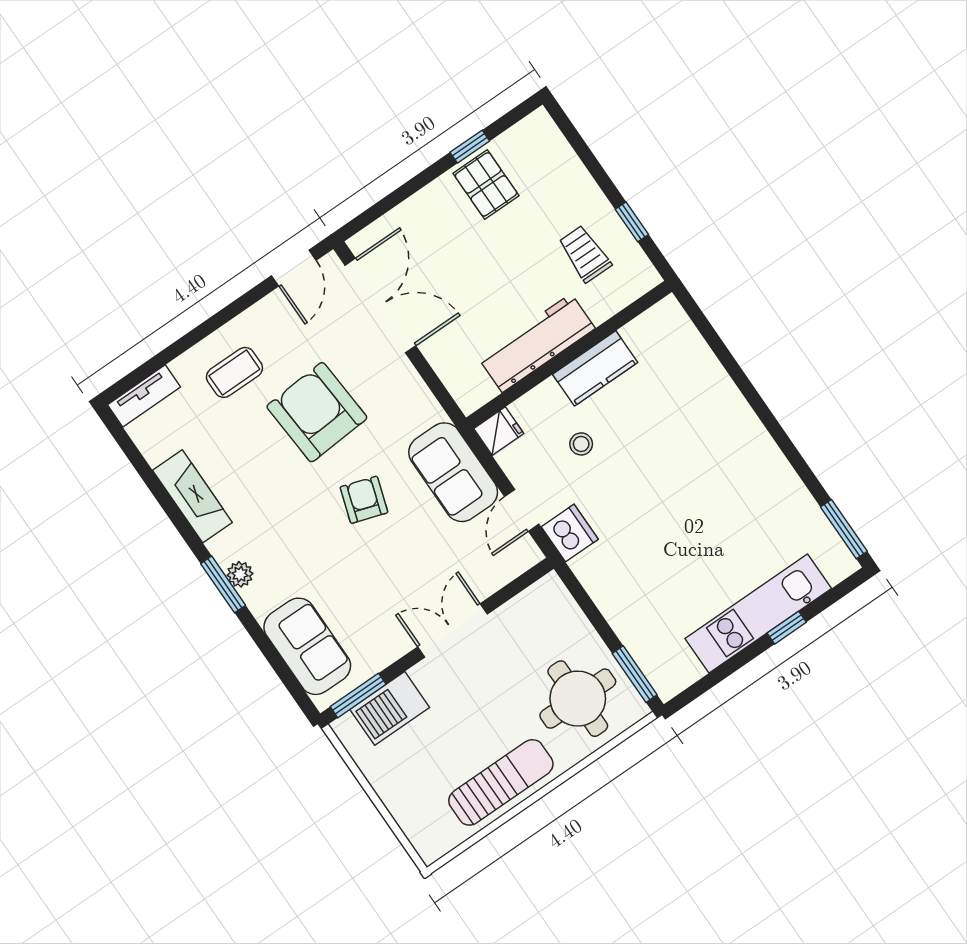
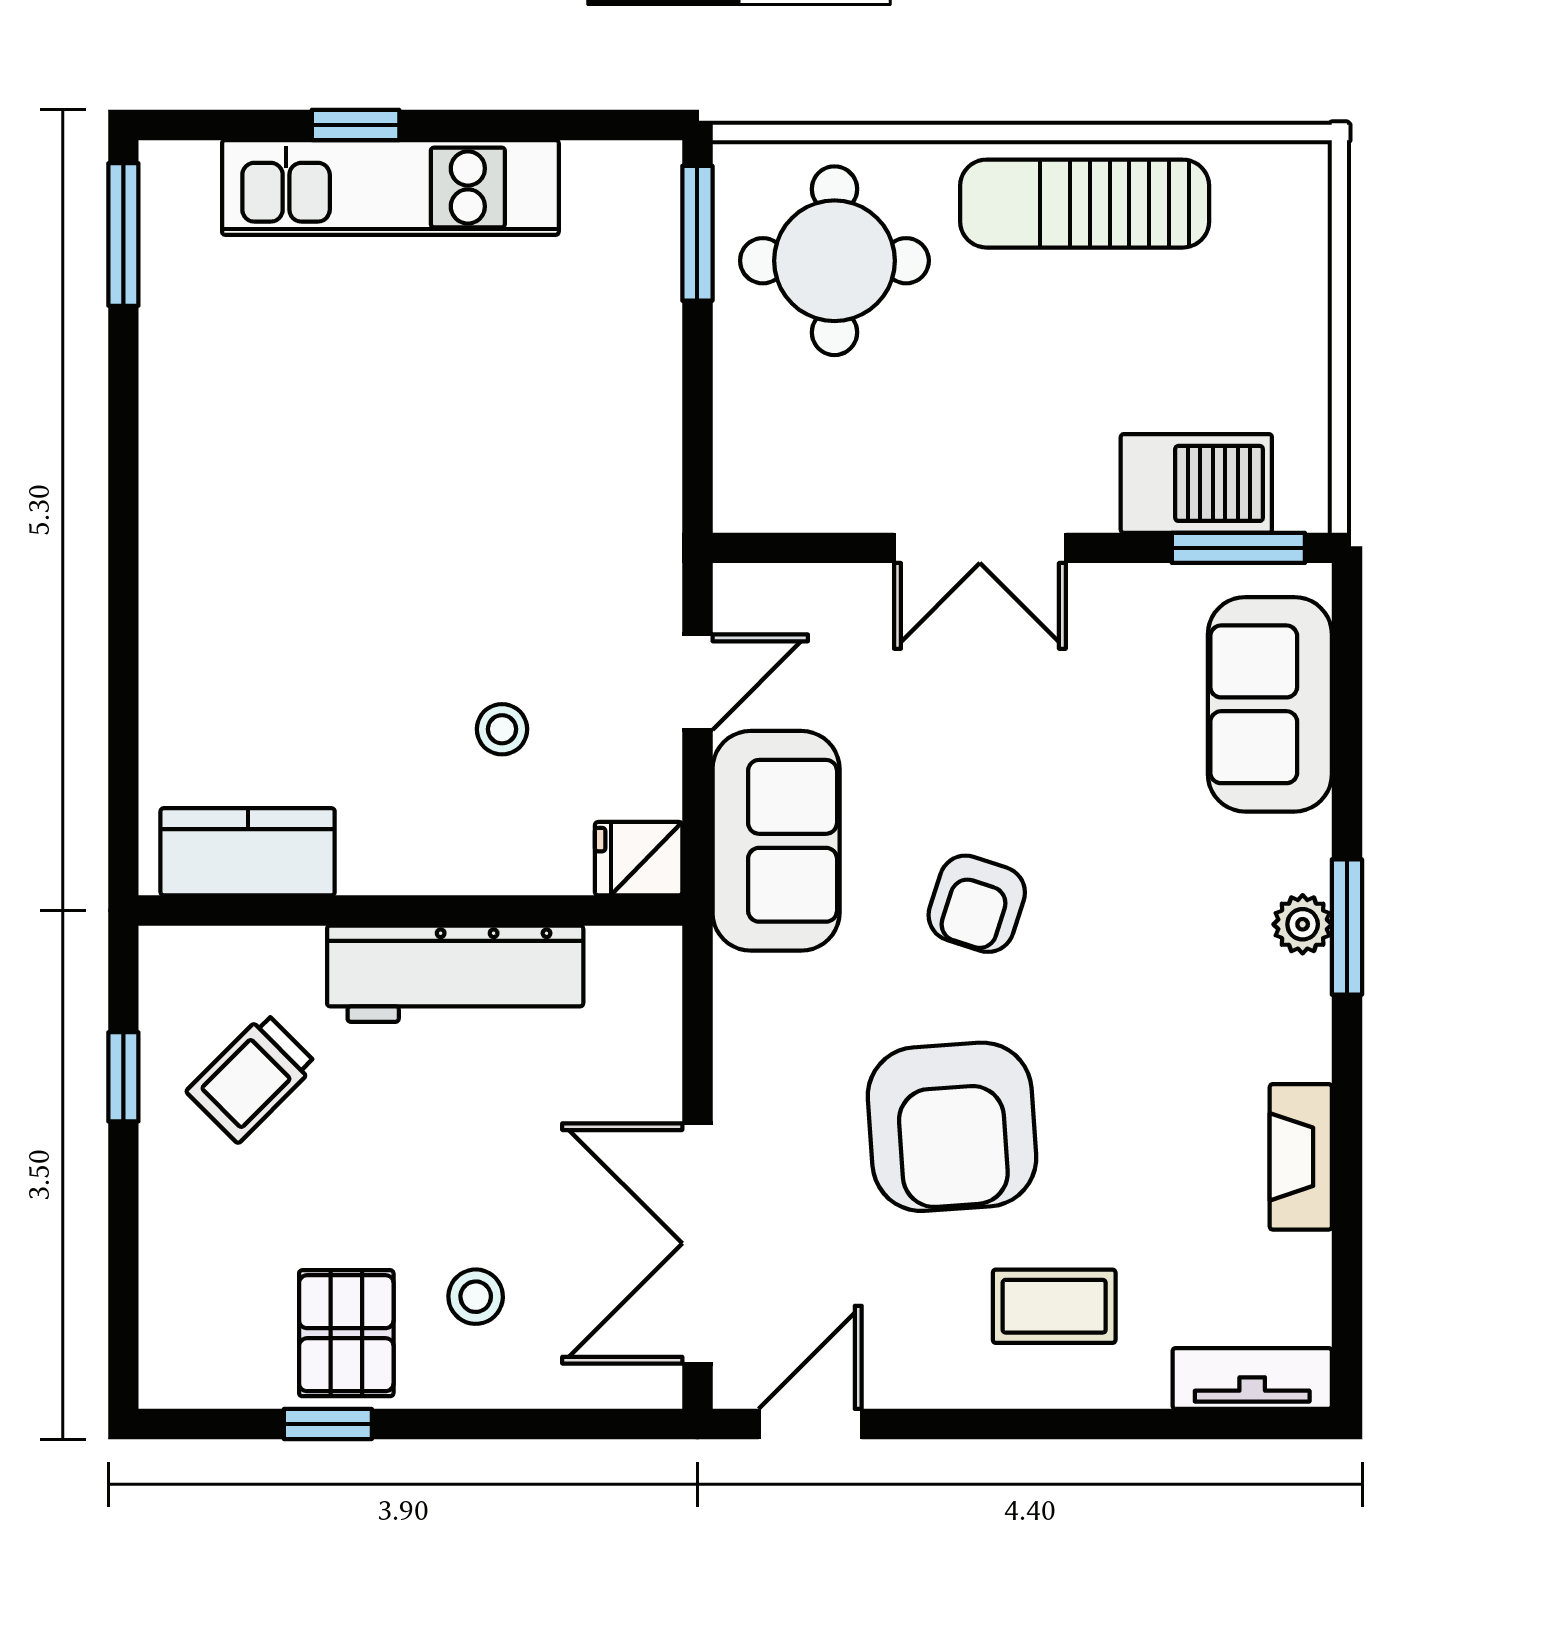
stool: (448, 230) -> (476, 1297), added
trolley: (585, 254) -> (252, 1078), turned 45
kitchen counter: (595, 368) -> (248, 852), moved
fireplace: (192, 496) -> (1301, 1157), width x0.73, depth x0.76
dishwasher: (570, 533) -> (637, 578), removed

